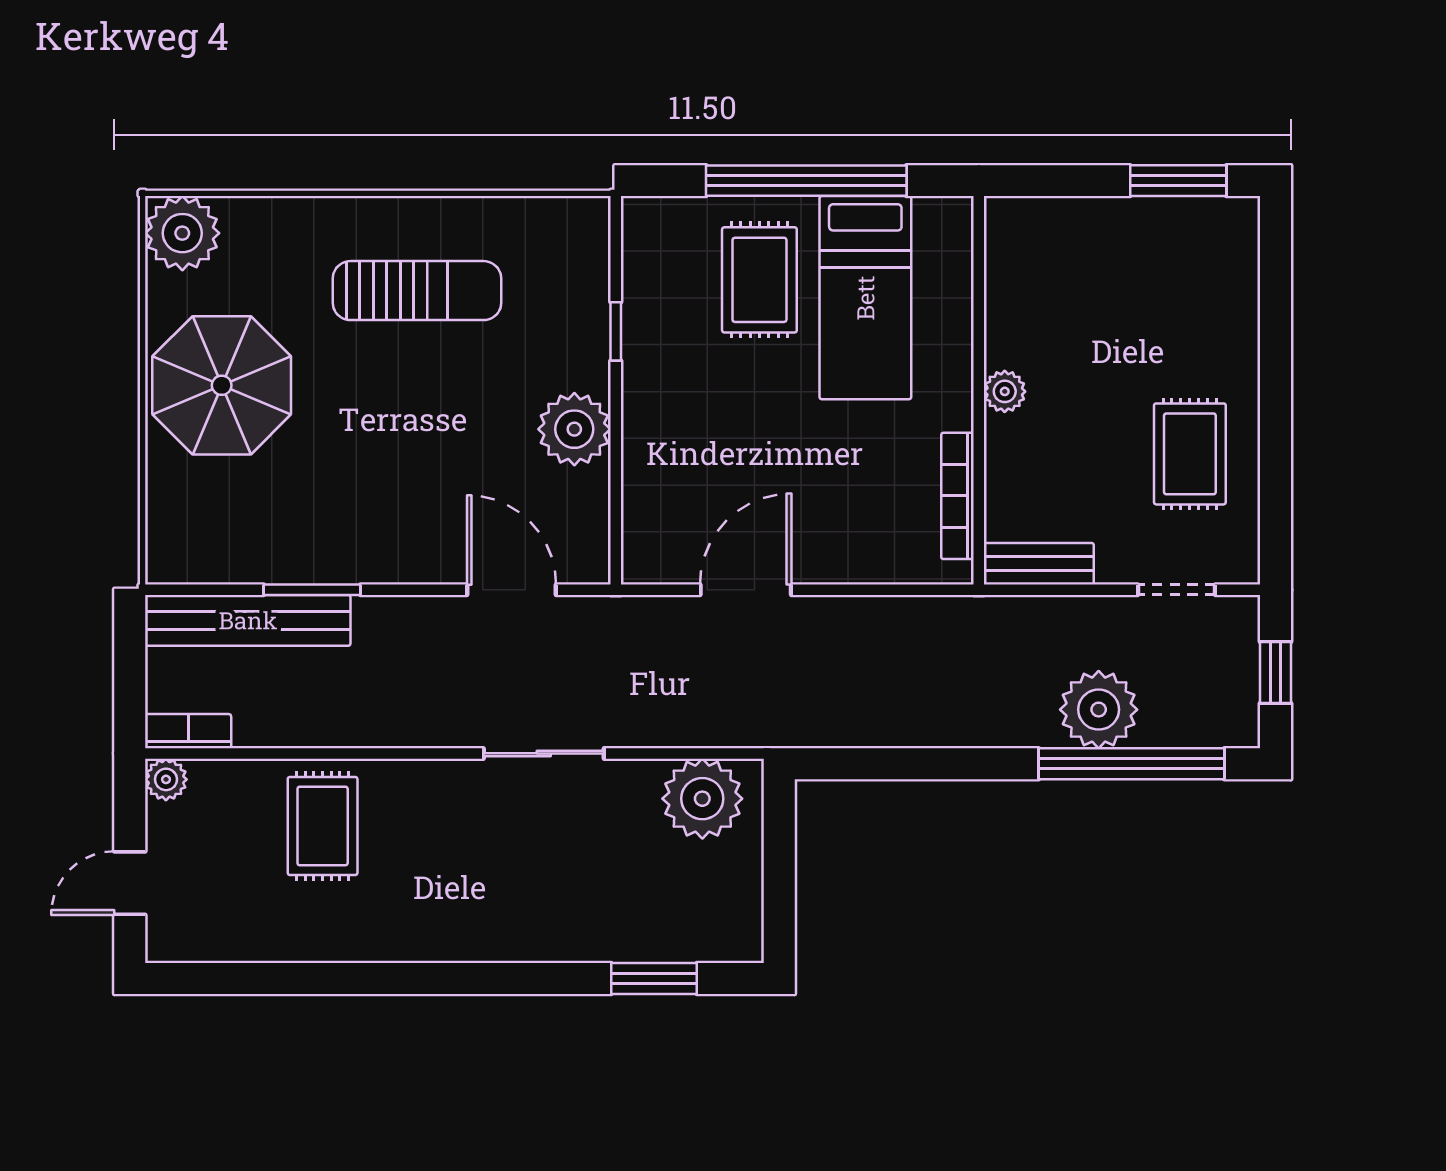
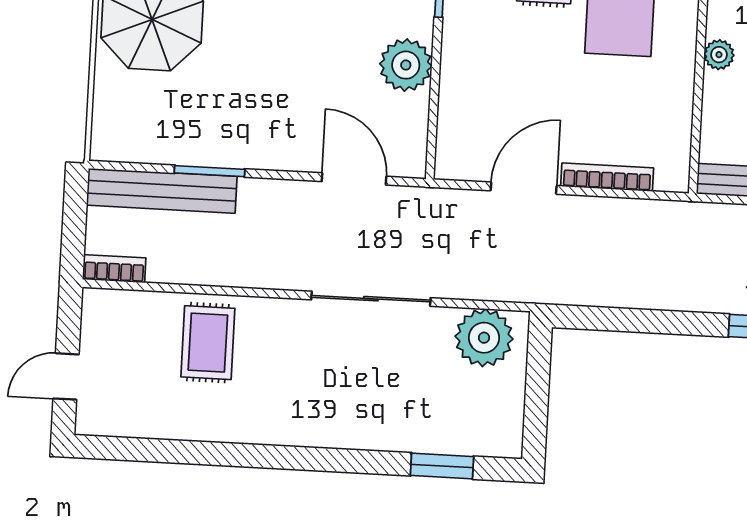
bookcase: (957, 496) -> (607, 177), moved, turned 90
sliding door: (544, 753) -> (371, 299), width x1.37
plant: (166, 779) -> (96, 303), removed

